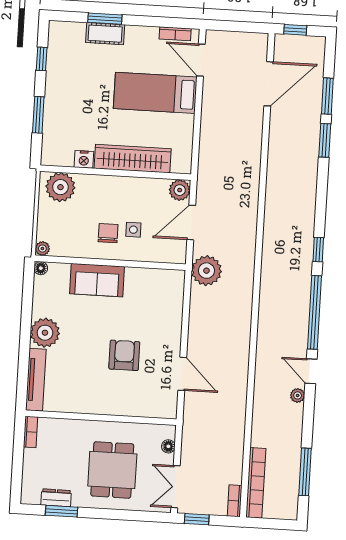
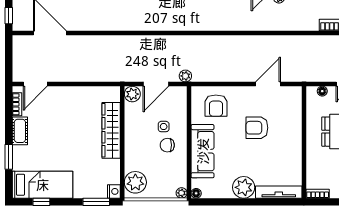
cot: (105, 34) -> (20, 131), moved
bed: (155, 93) -> (43, 185), moved, turned -90
window: (38, 115) -> (96, 202), moved
nightstand: (84, 159) -> (114, 191), moved
door: (191, 223) -> (156, 84), hinge flipped
plant: (206, 271) -> (185, 76), width x0.53, depth x0.53
sofa: (97, 280) -> (203, 151), width x1.36
armchair: (157, 302) -> (216, 106), added

